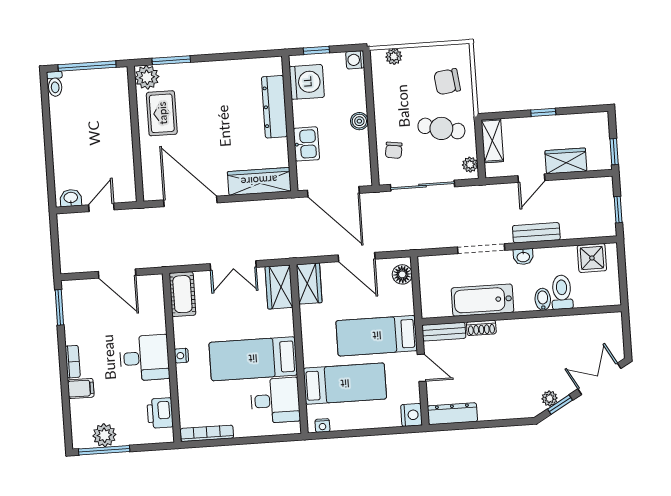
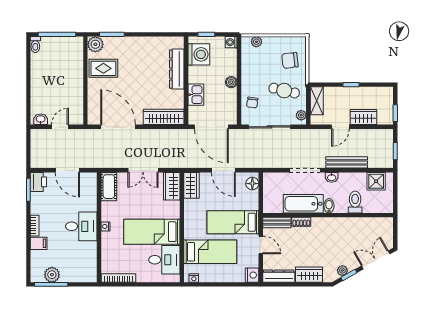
rug: (162, 113) -> (103, 68), turned 90
bench: (536, 233) -> (347, 162), width x1.36
bidet: (543, 299) -> (329, 206), moved
wardrobe: (499, 408) -> (309, 275), added
printer: (160, 413) -> (38, 182), moved, turned 180

